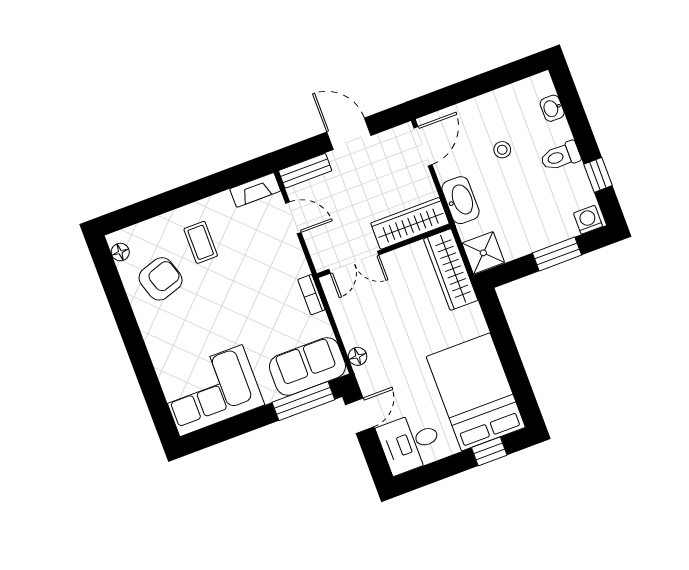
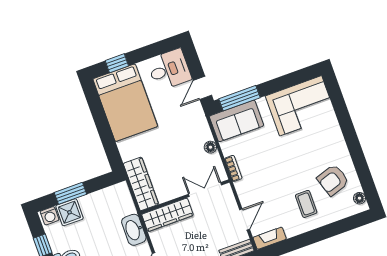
door: (293, 218) -> (245, 219), swing flipped
shower: (483, 253) -> (69, 212), moved
floor lamp: (358, 356) -> (210, 147), moved

